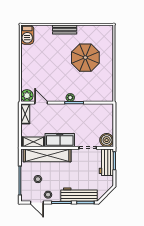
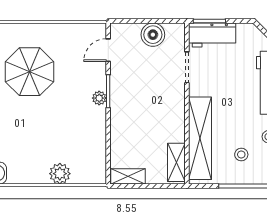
plant: (27, 96) -> (60, 174), moved
door: (41, 103) -> (108, 50), moved
freezer: (60, 140) -> (173, 116), removed
boiler: (107, 140) -> (153, 35), moved

